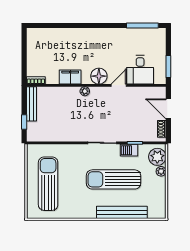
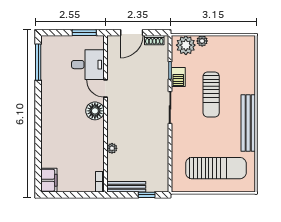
filing cabinet: (70, 77) -> (49, 180), moved, turned 180
plant: (85, 91) -> (112, 148), moved
sun lounger: (113, 179) -> (211, 95), width x0.73, depth x0.75
sun lounger: (48, 184) -> (216, 168), turned 180
bench: (122, 212) -> (248, 123), moved

